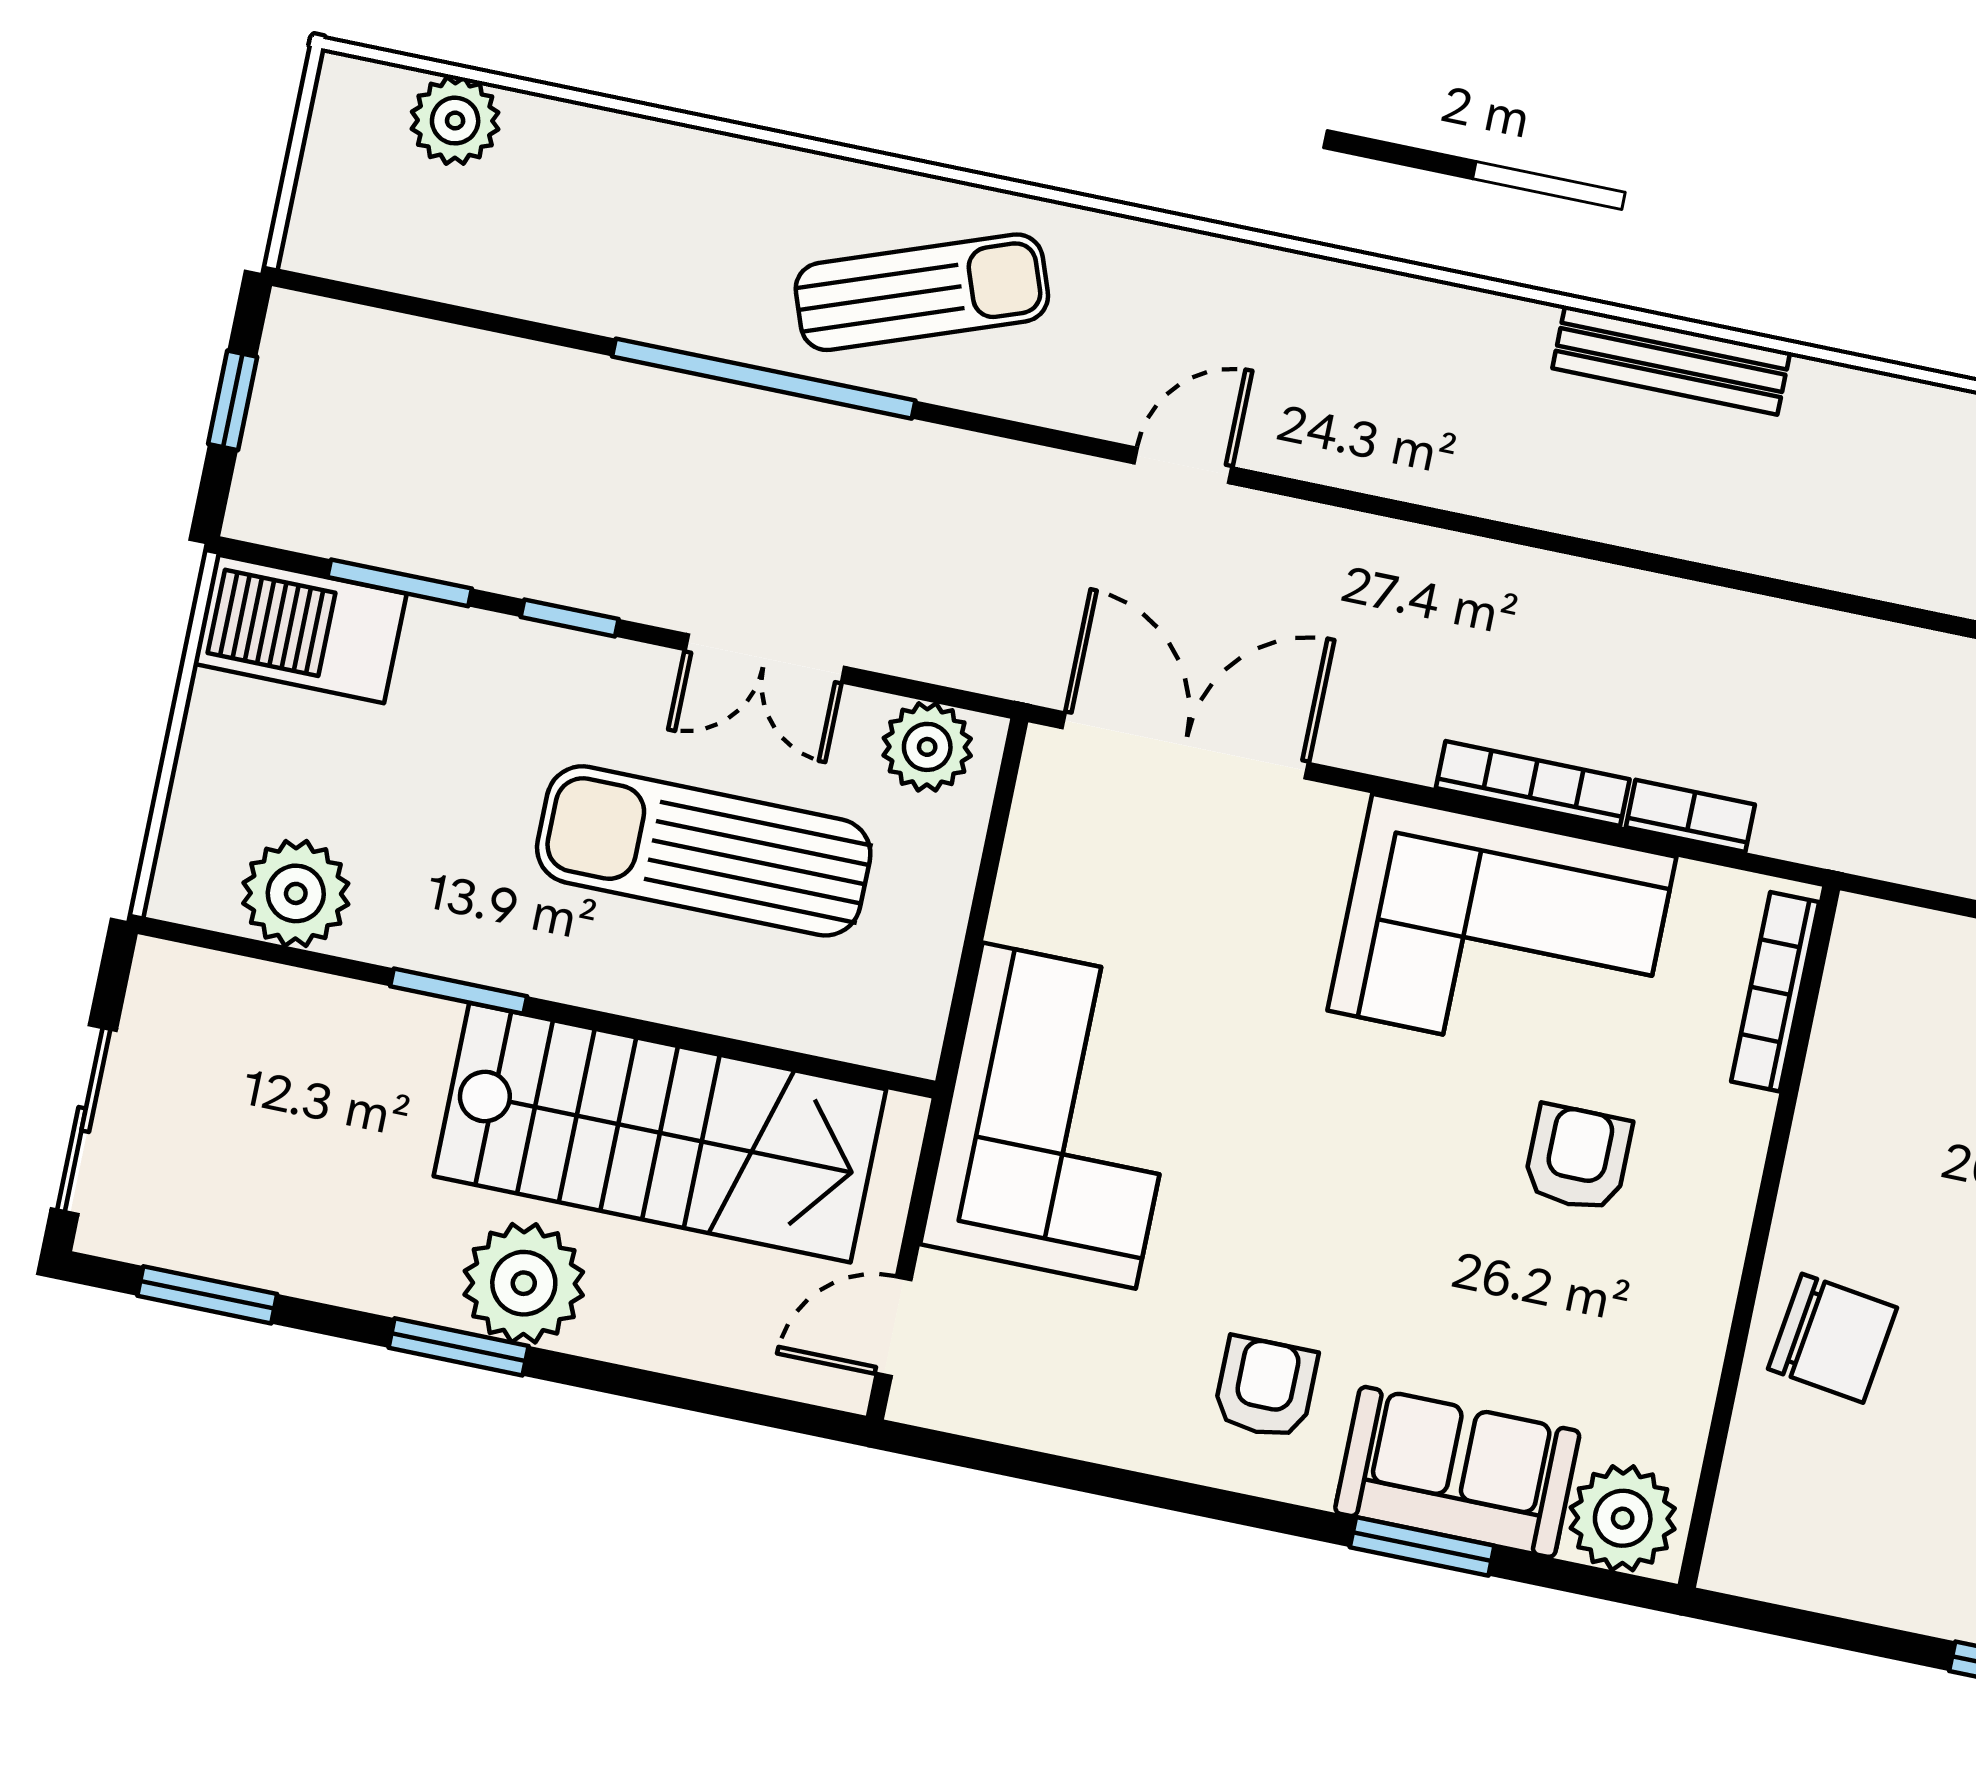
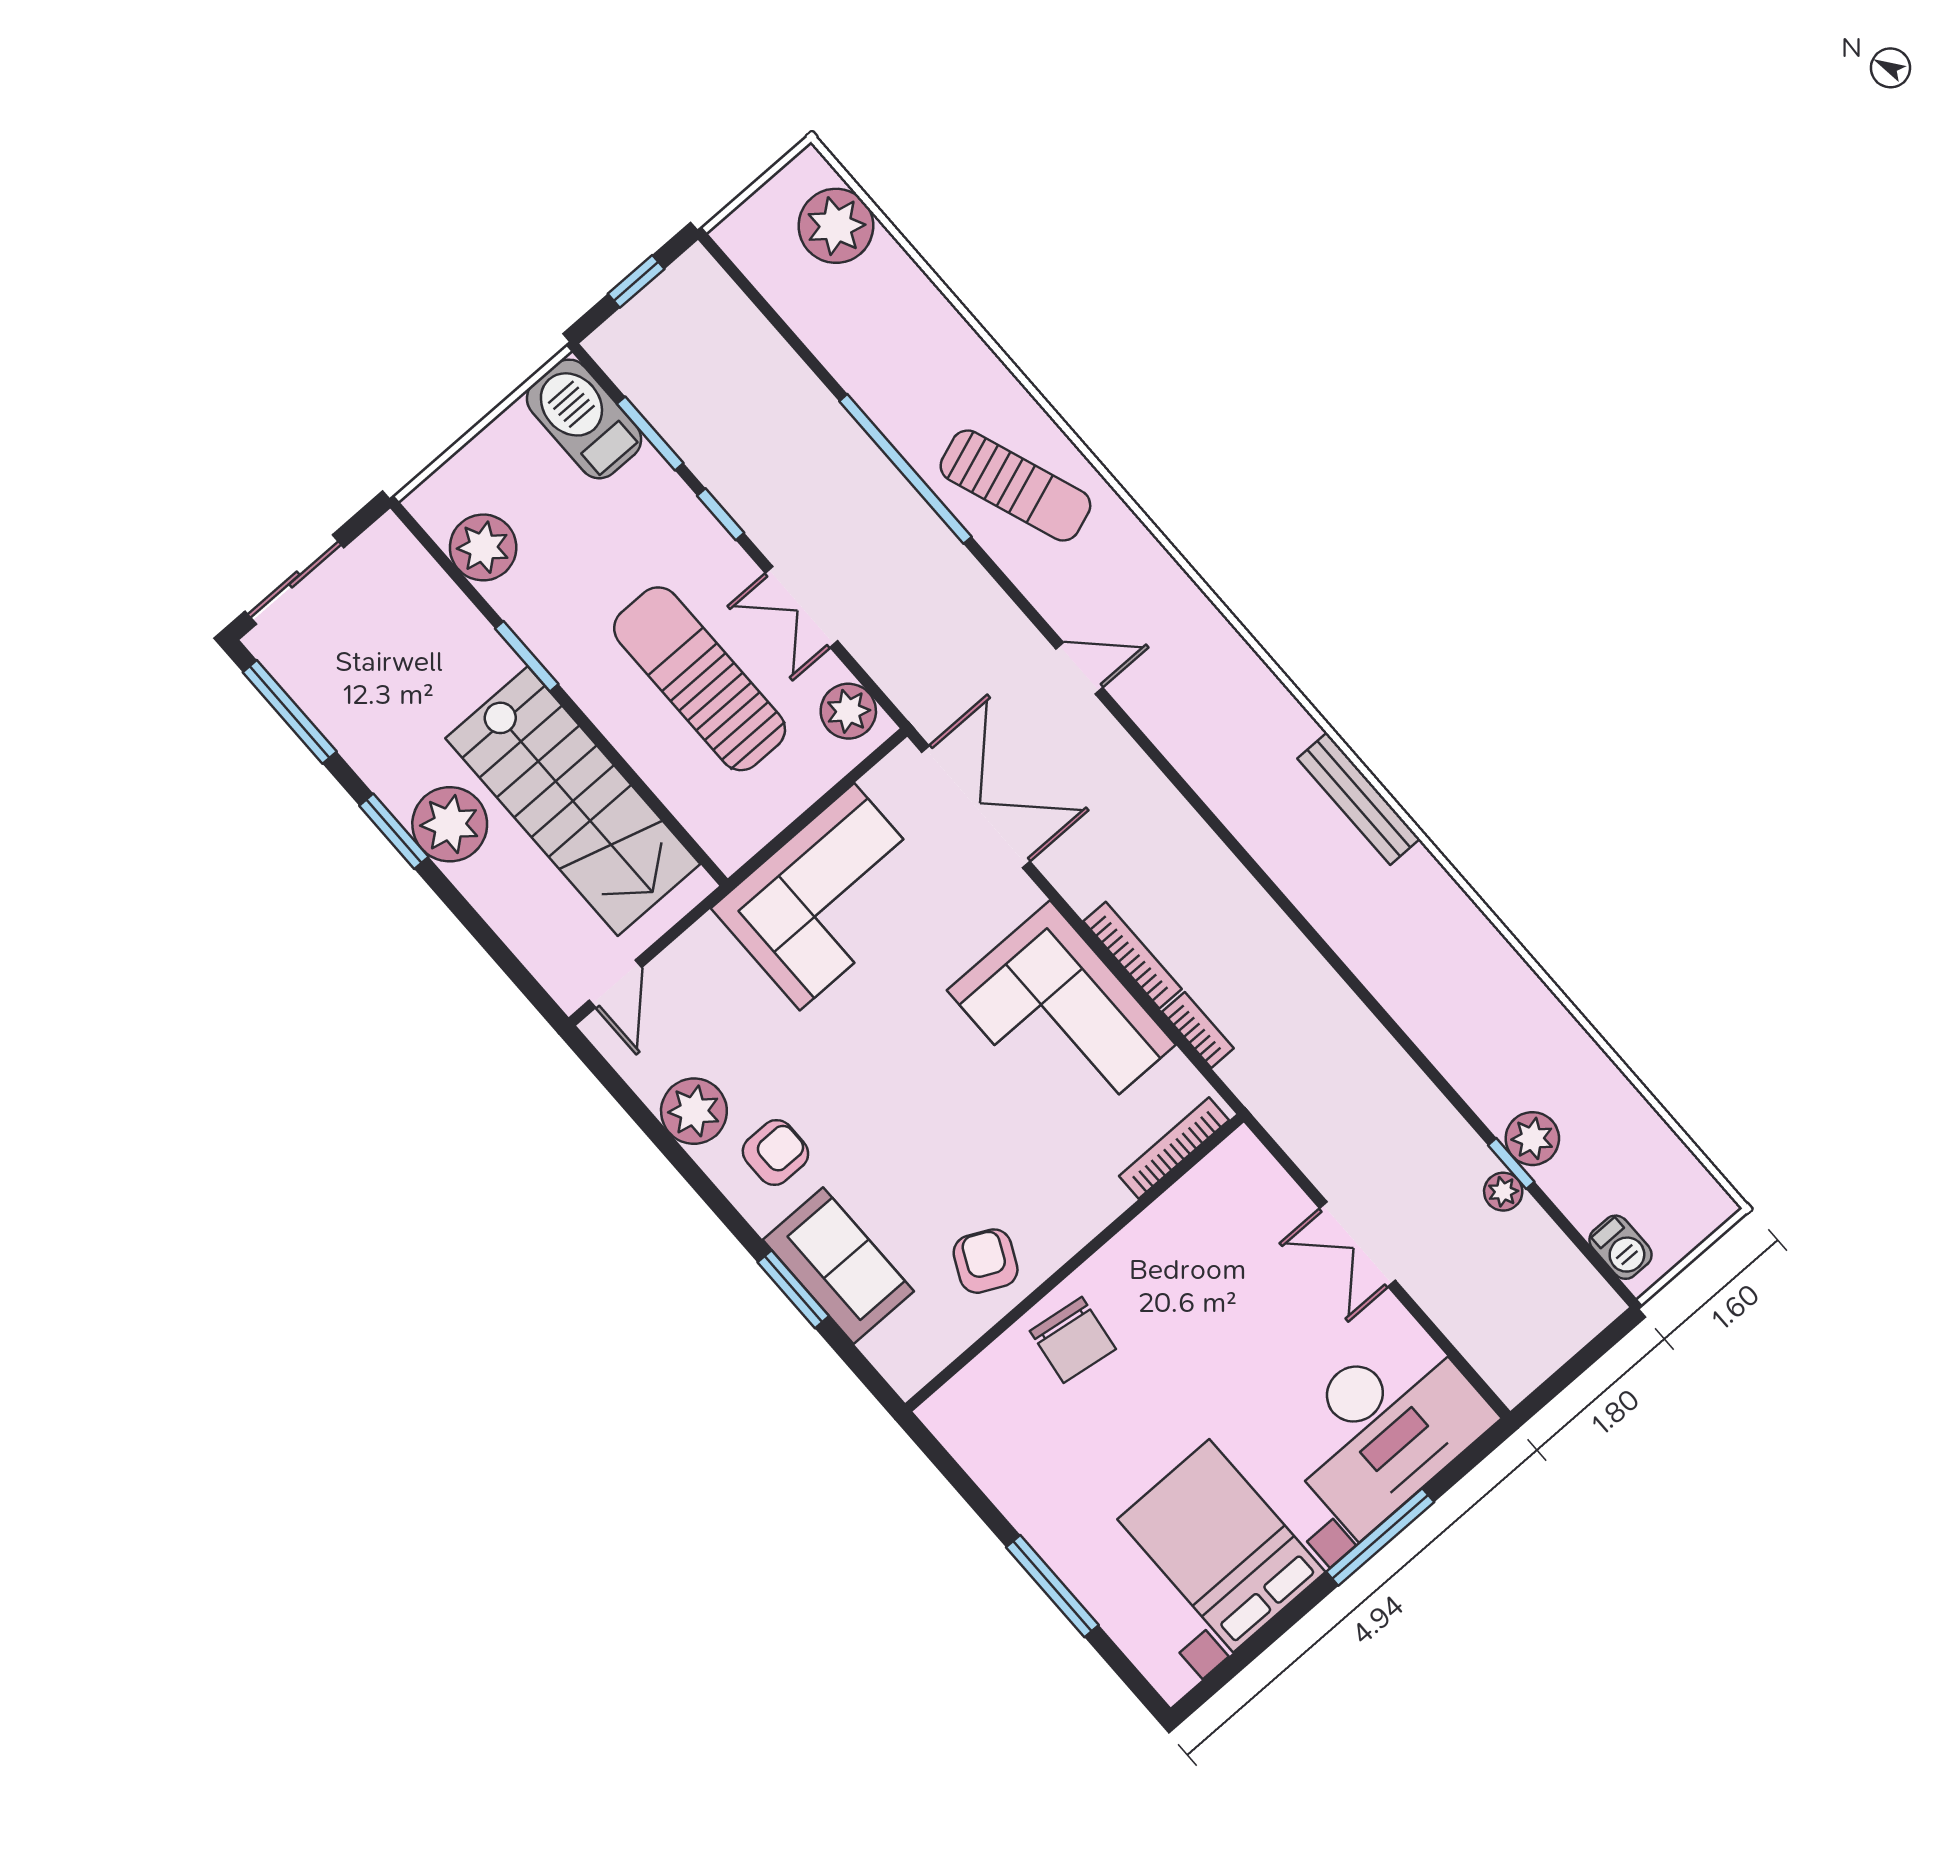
plant: (455, 121) -> (836, 226), width x1.36, depth x1.36
corner sofa: (1059, 1116) -> (827, 897), moved
armchair: (1578, 1158) -> (986, 1261), moved, turned -64
window: (207, 1295) -> (290, 712), width x1.44
door: (894, 1327) -> (615, 984), swing flipped
plant: (1623, 1518) -> (694, 1111), moved

